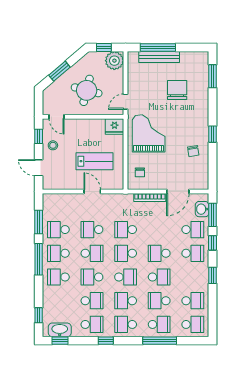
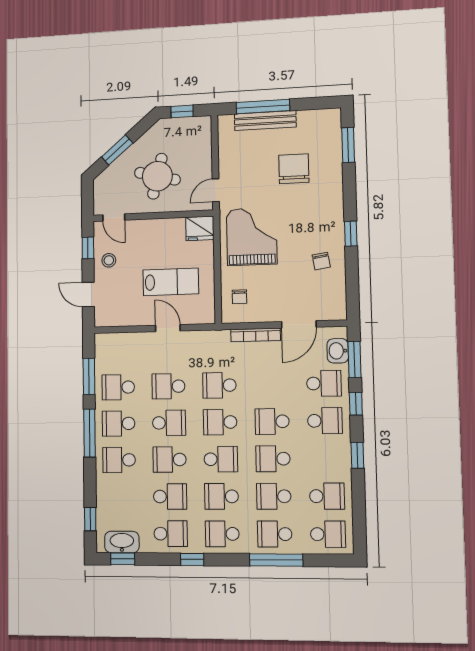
plant: (114, 61) -> (198, 130), removed
school desk: (159, 277) -> (273, 459), turned 180
school desk: (159, 324) -> (275, 534), turned 180

